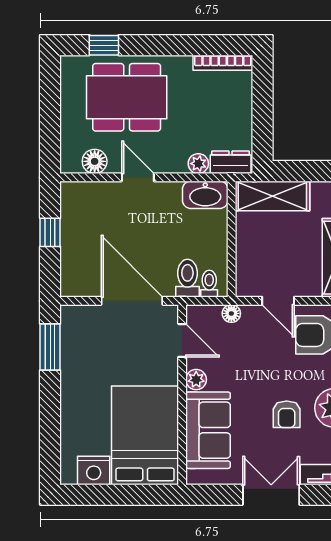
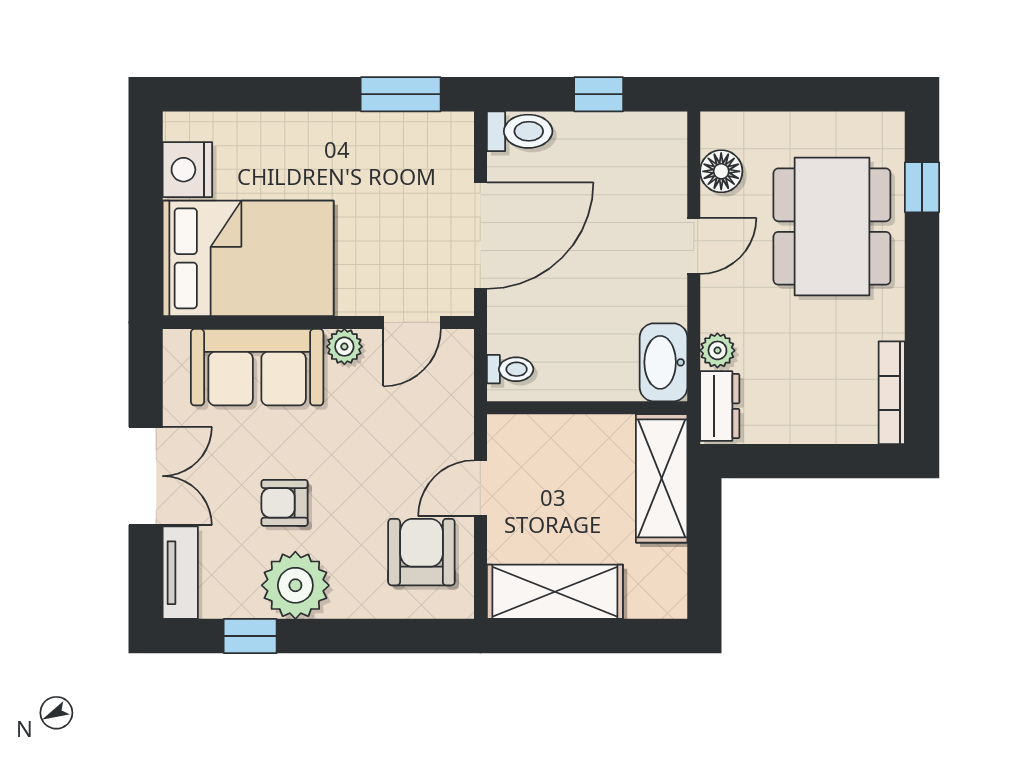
toilet: (187, 278) -> (520, 131), moved
floor lamp: (231, 313) -> (459, 407), removed

